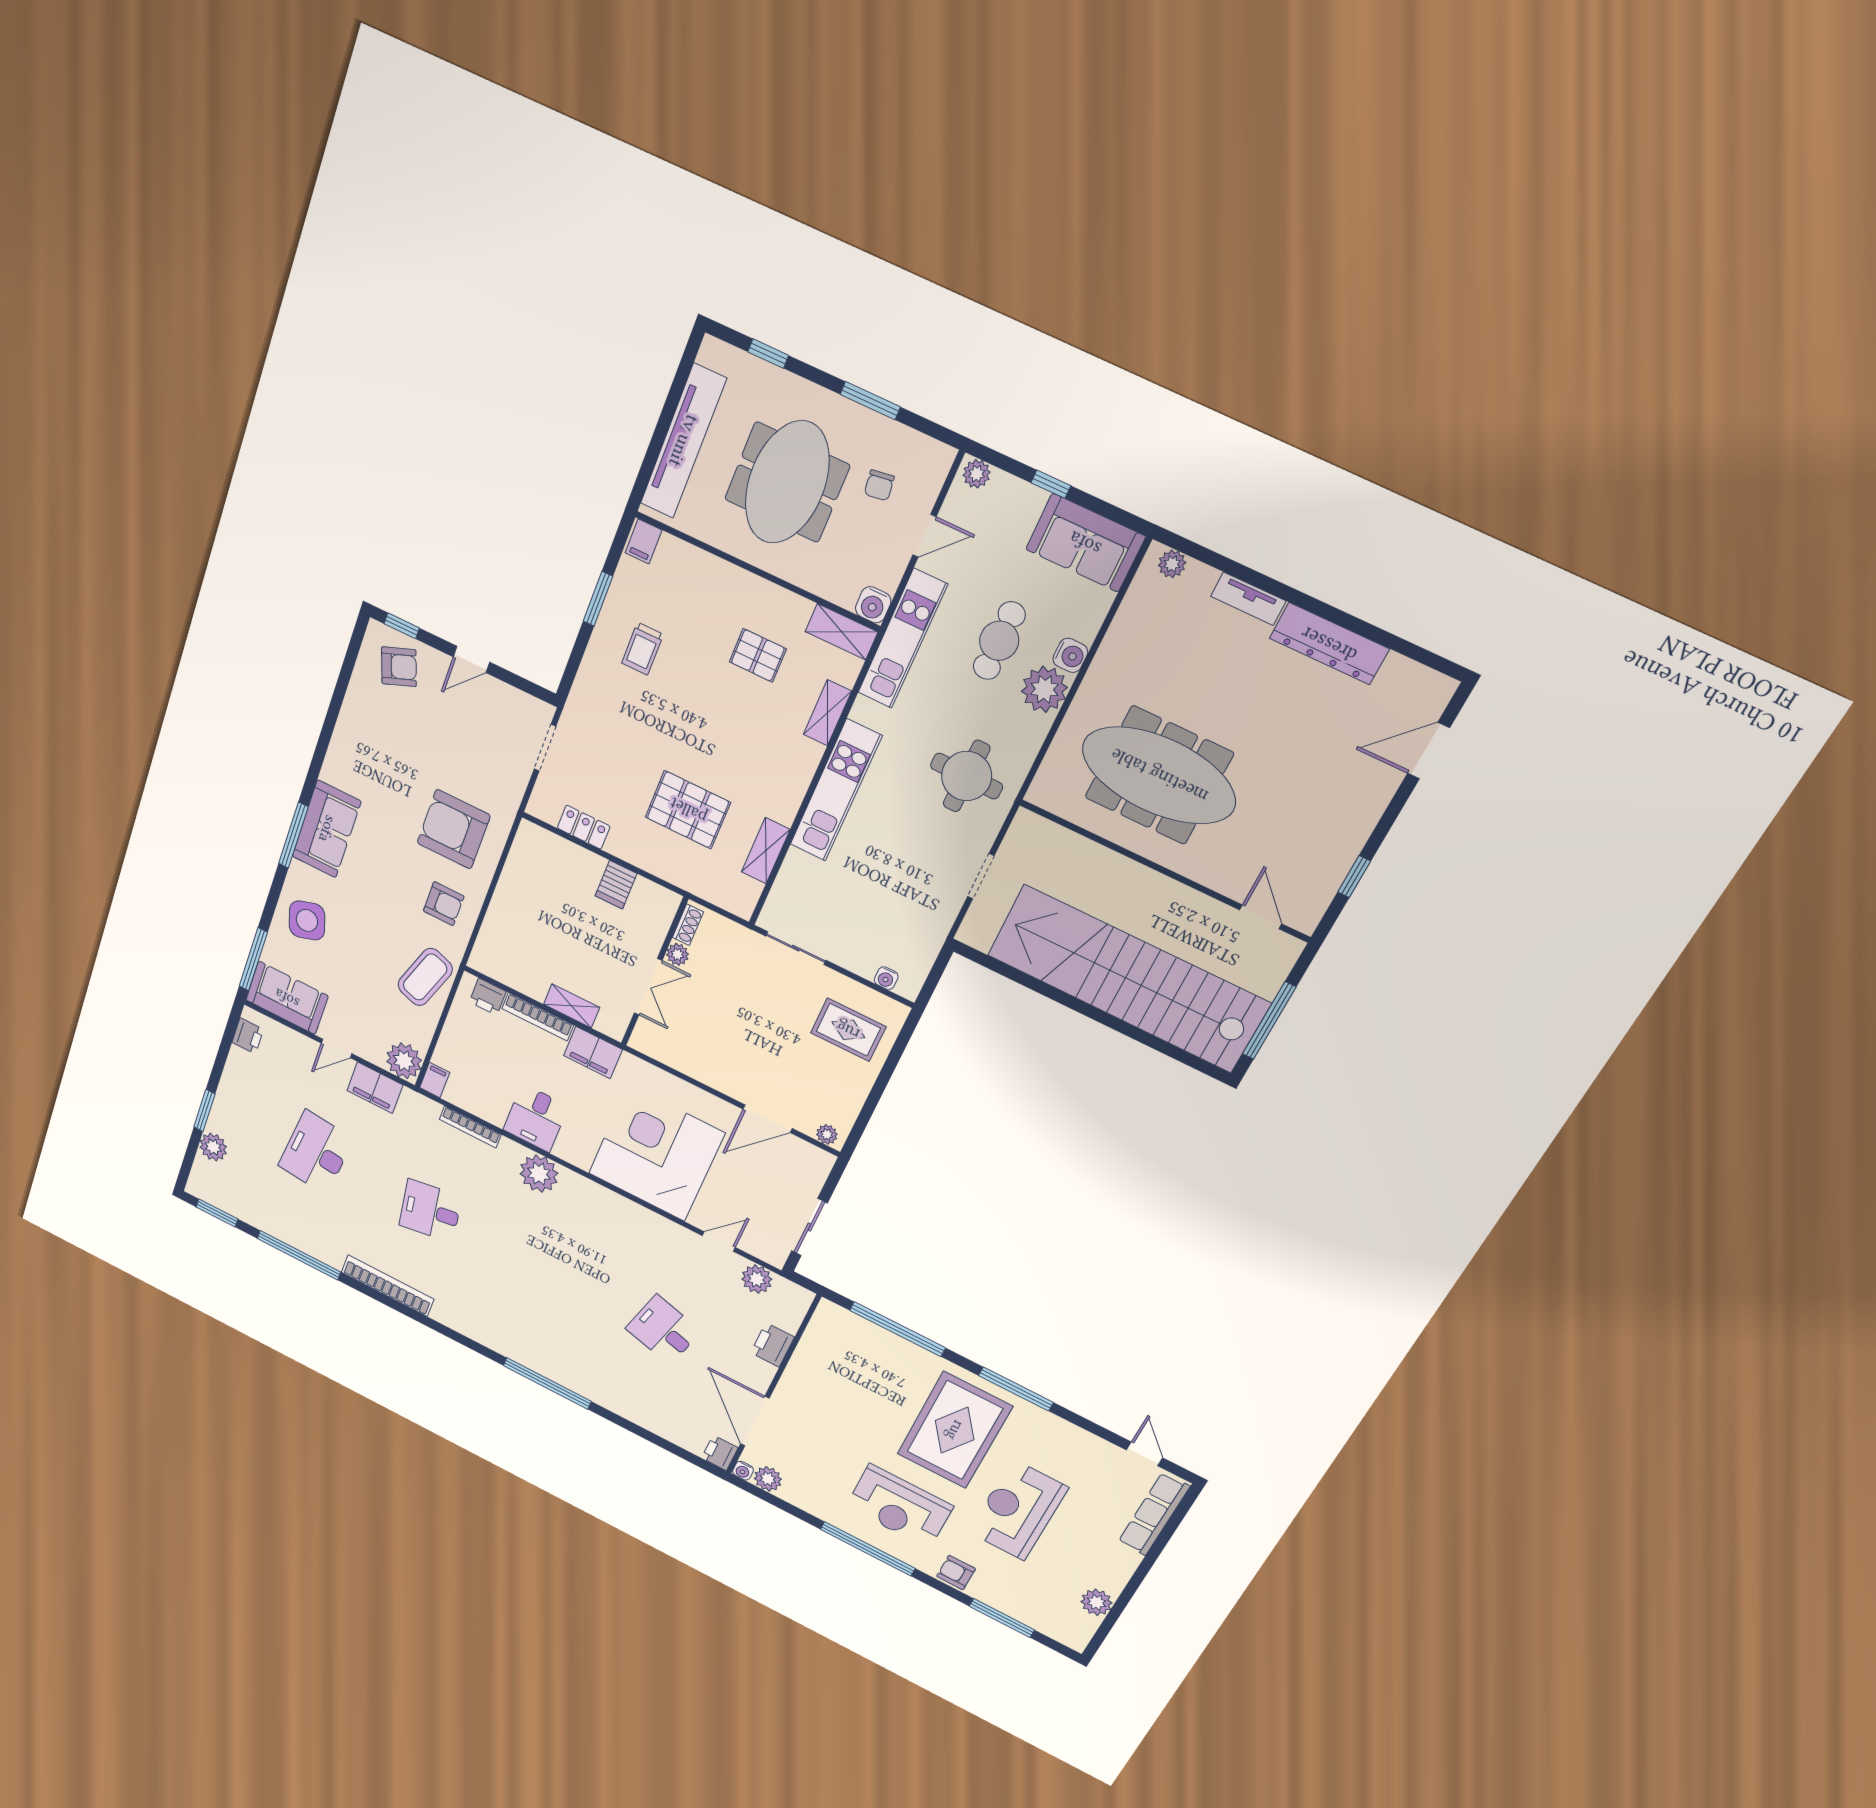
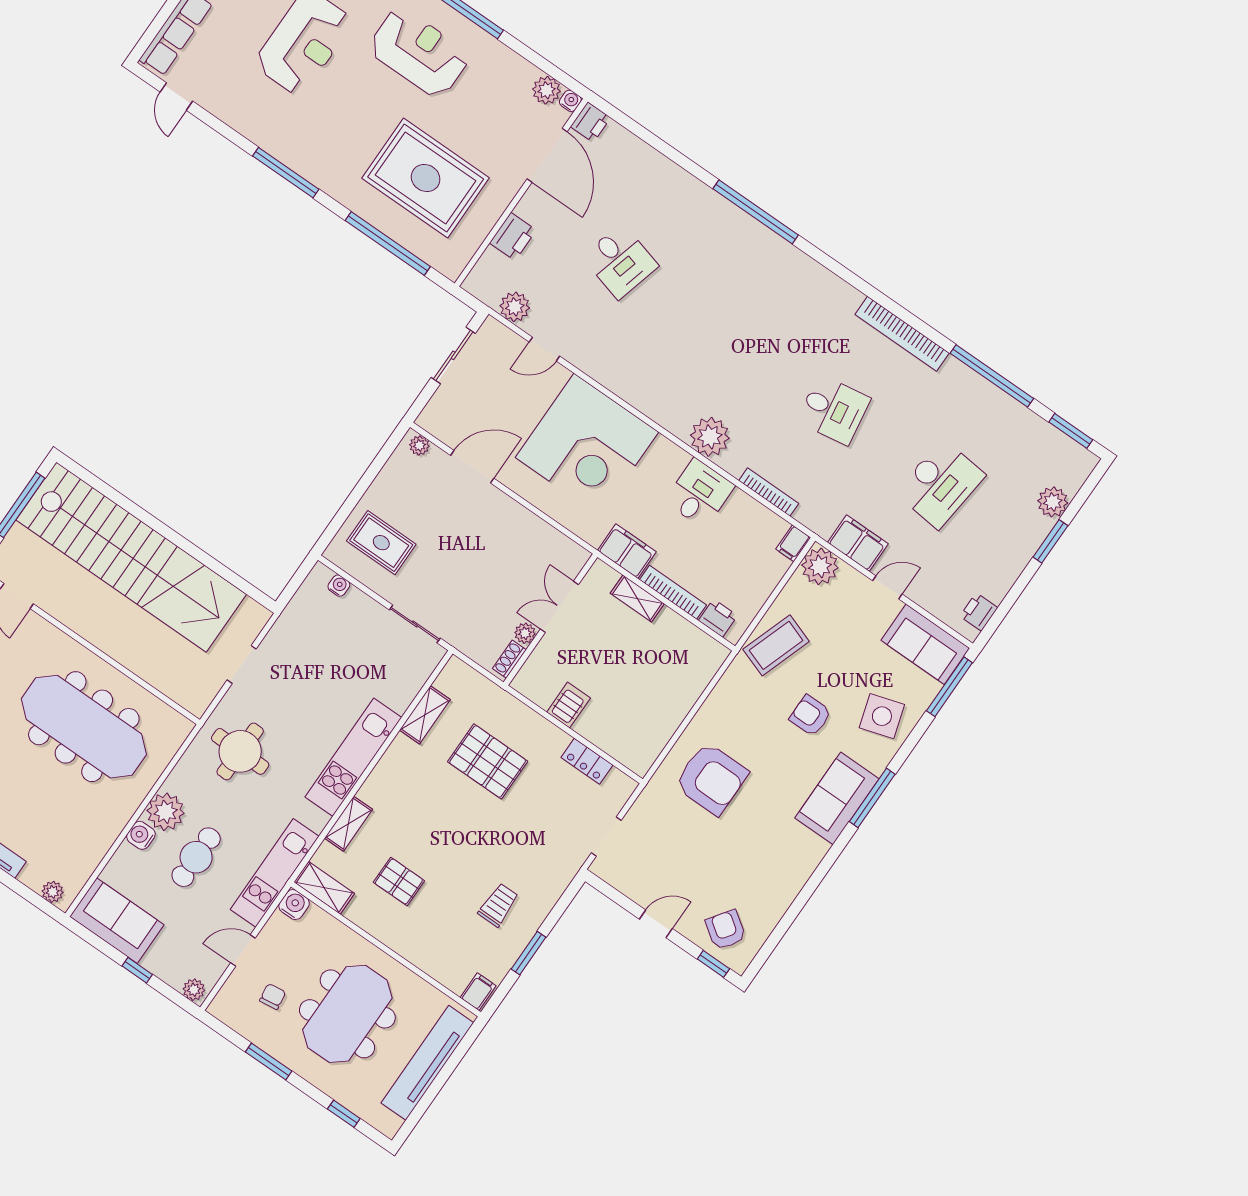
armchair: (399, 667) -> (726, 930), turned 55
armchair: (444, 904) -> (810, 716), moved
rug: (955, 1430) -> (426, 178), moved, turned 90

